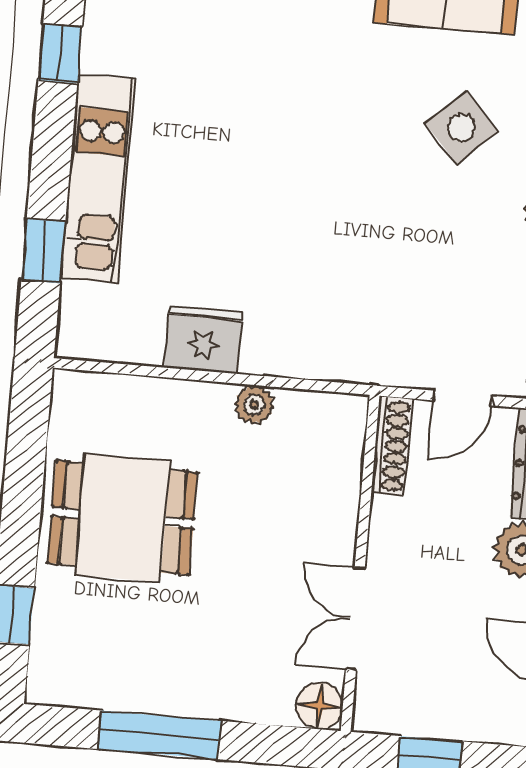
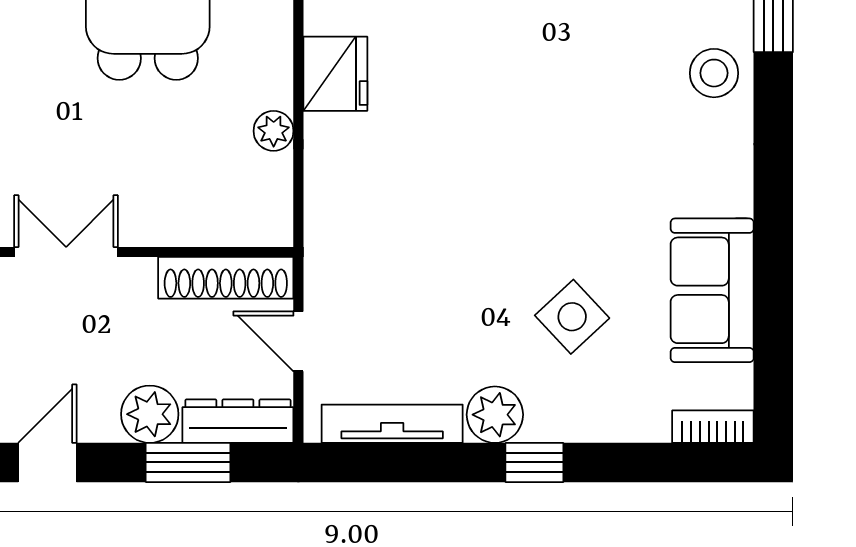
shoe rack: (392, 446) -> (226, 278), width x1.36, depth x1.24

